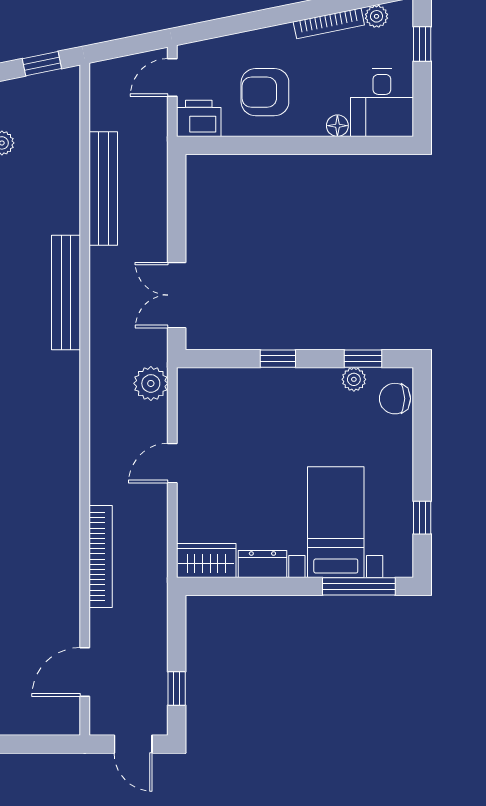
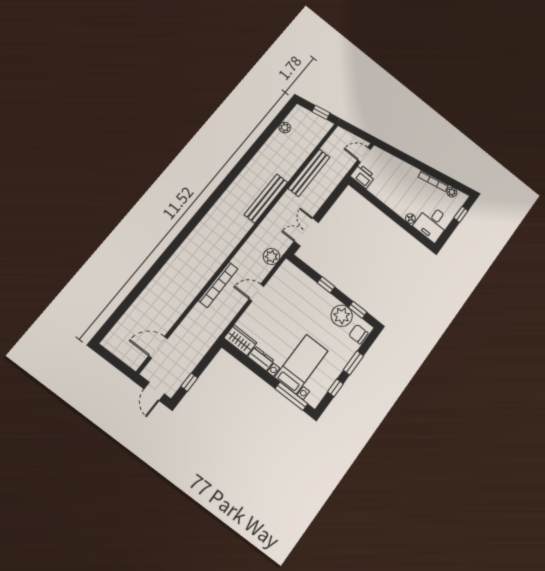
armchair: (265, 92) -> (393, 186), removed
plant: (354, 379) -> (342, 316), width x1.87, depth x1.87
window: (422, 453) -> (353, 363), added
bookcase: (101, 557) -> (218, 285), moved

